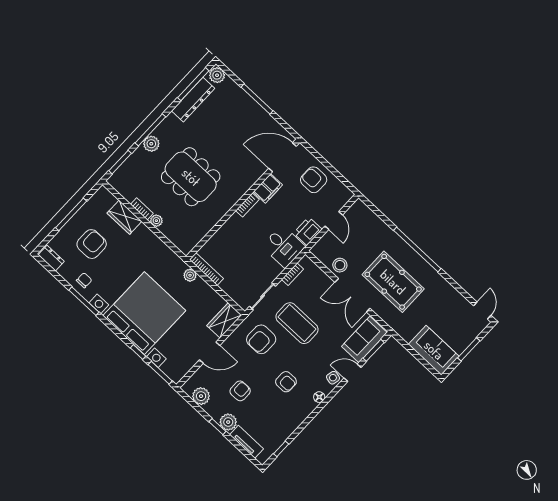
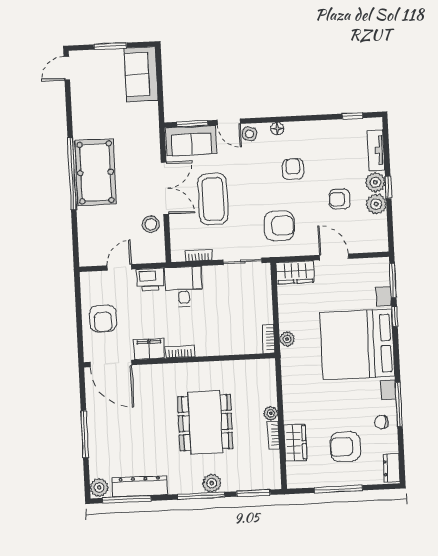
bookcase: (206, 269) -> (268, 339), width x0.64
pool table: (393, 282) -> (95, 172), moved
coffee table: (297, 323) -> (213, 199), moved
plant: (201, 396) -> (376, 204), moved

